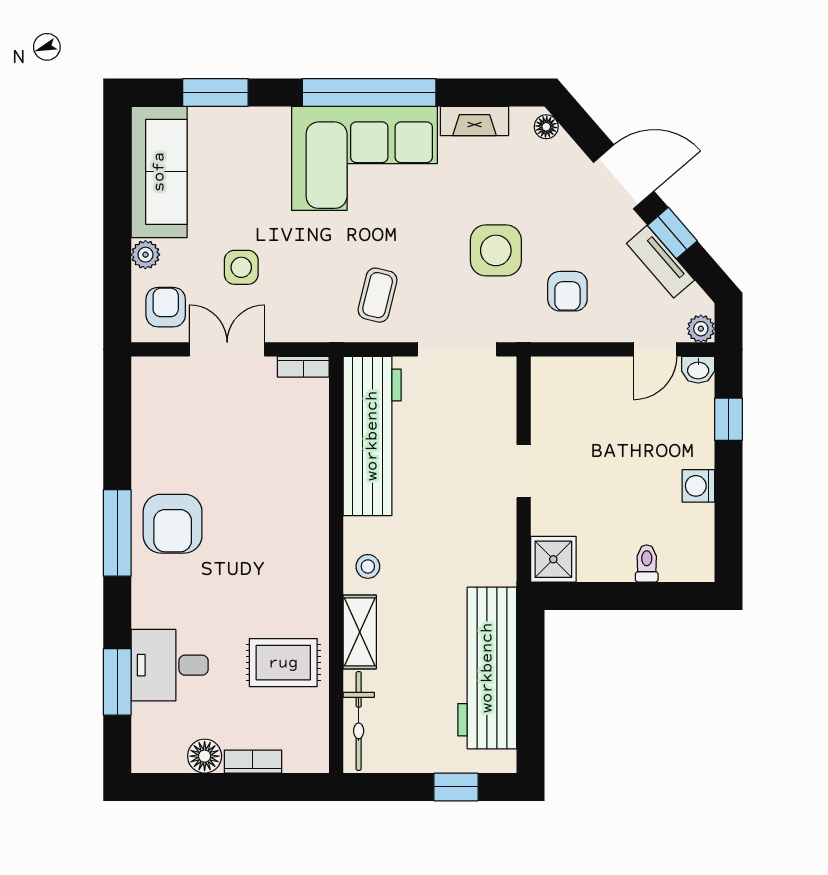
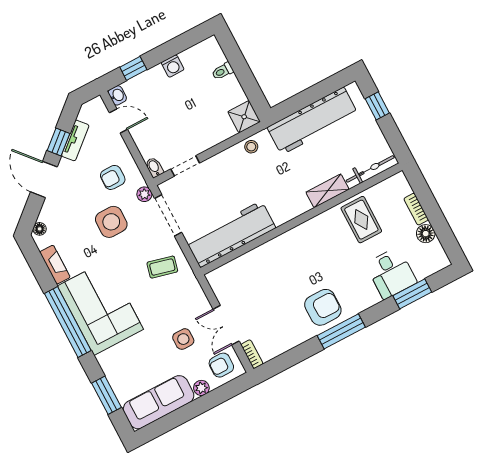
armchair: (567, 291) -> (113, 177), turned 180
plant: (701, 329) -> (144, 194), moved
bookcase: (303, 367) -> (252, 354), moved
bidet: (548, 368) -> (154, 167), added
doorway: (524, 471) -> (185, 166), moved
stool: (368, 566) -> (251, 147), moved

